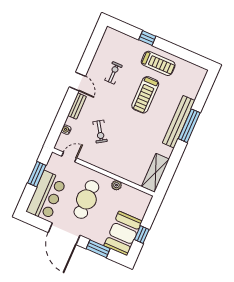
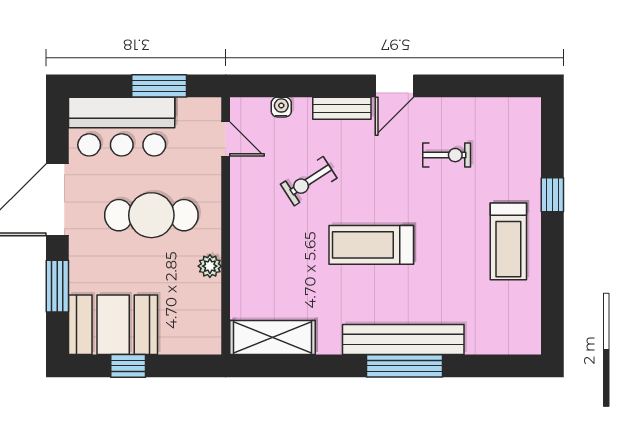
treadmill: (145, 95) -> (371, 245), moved

